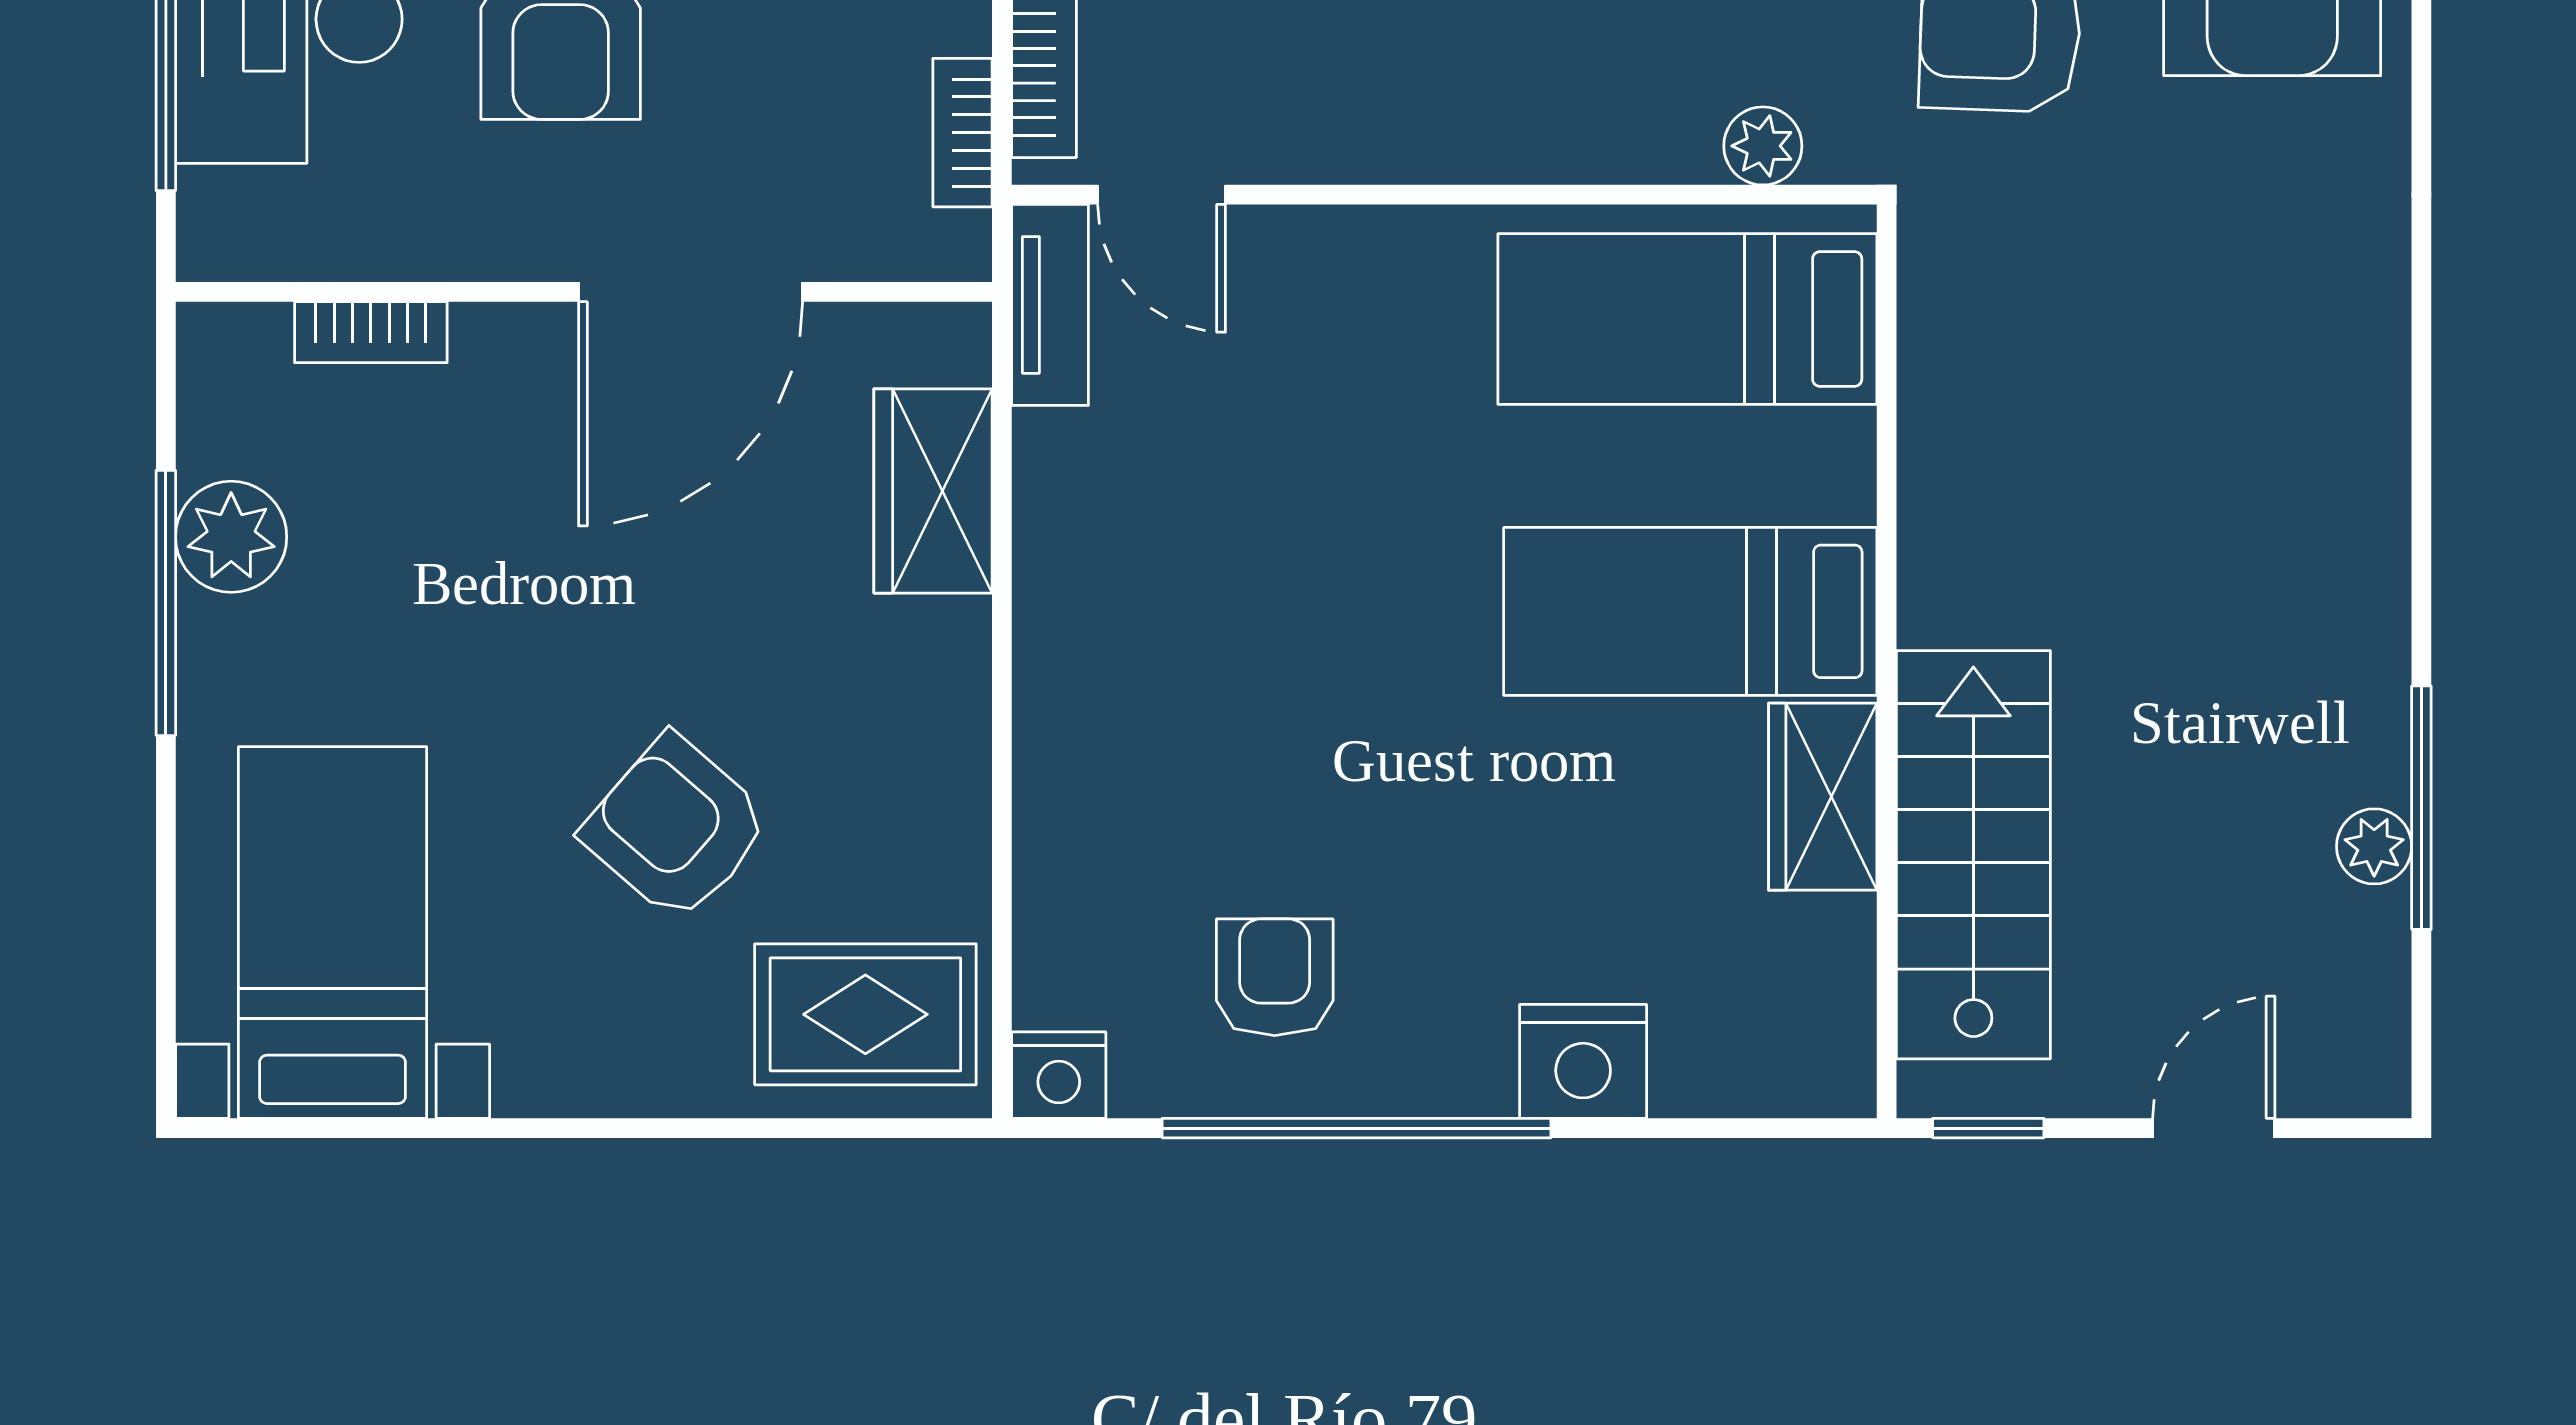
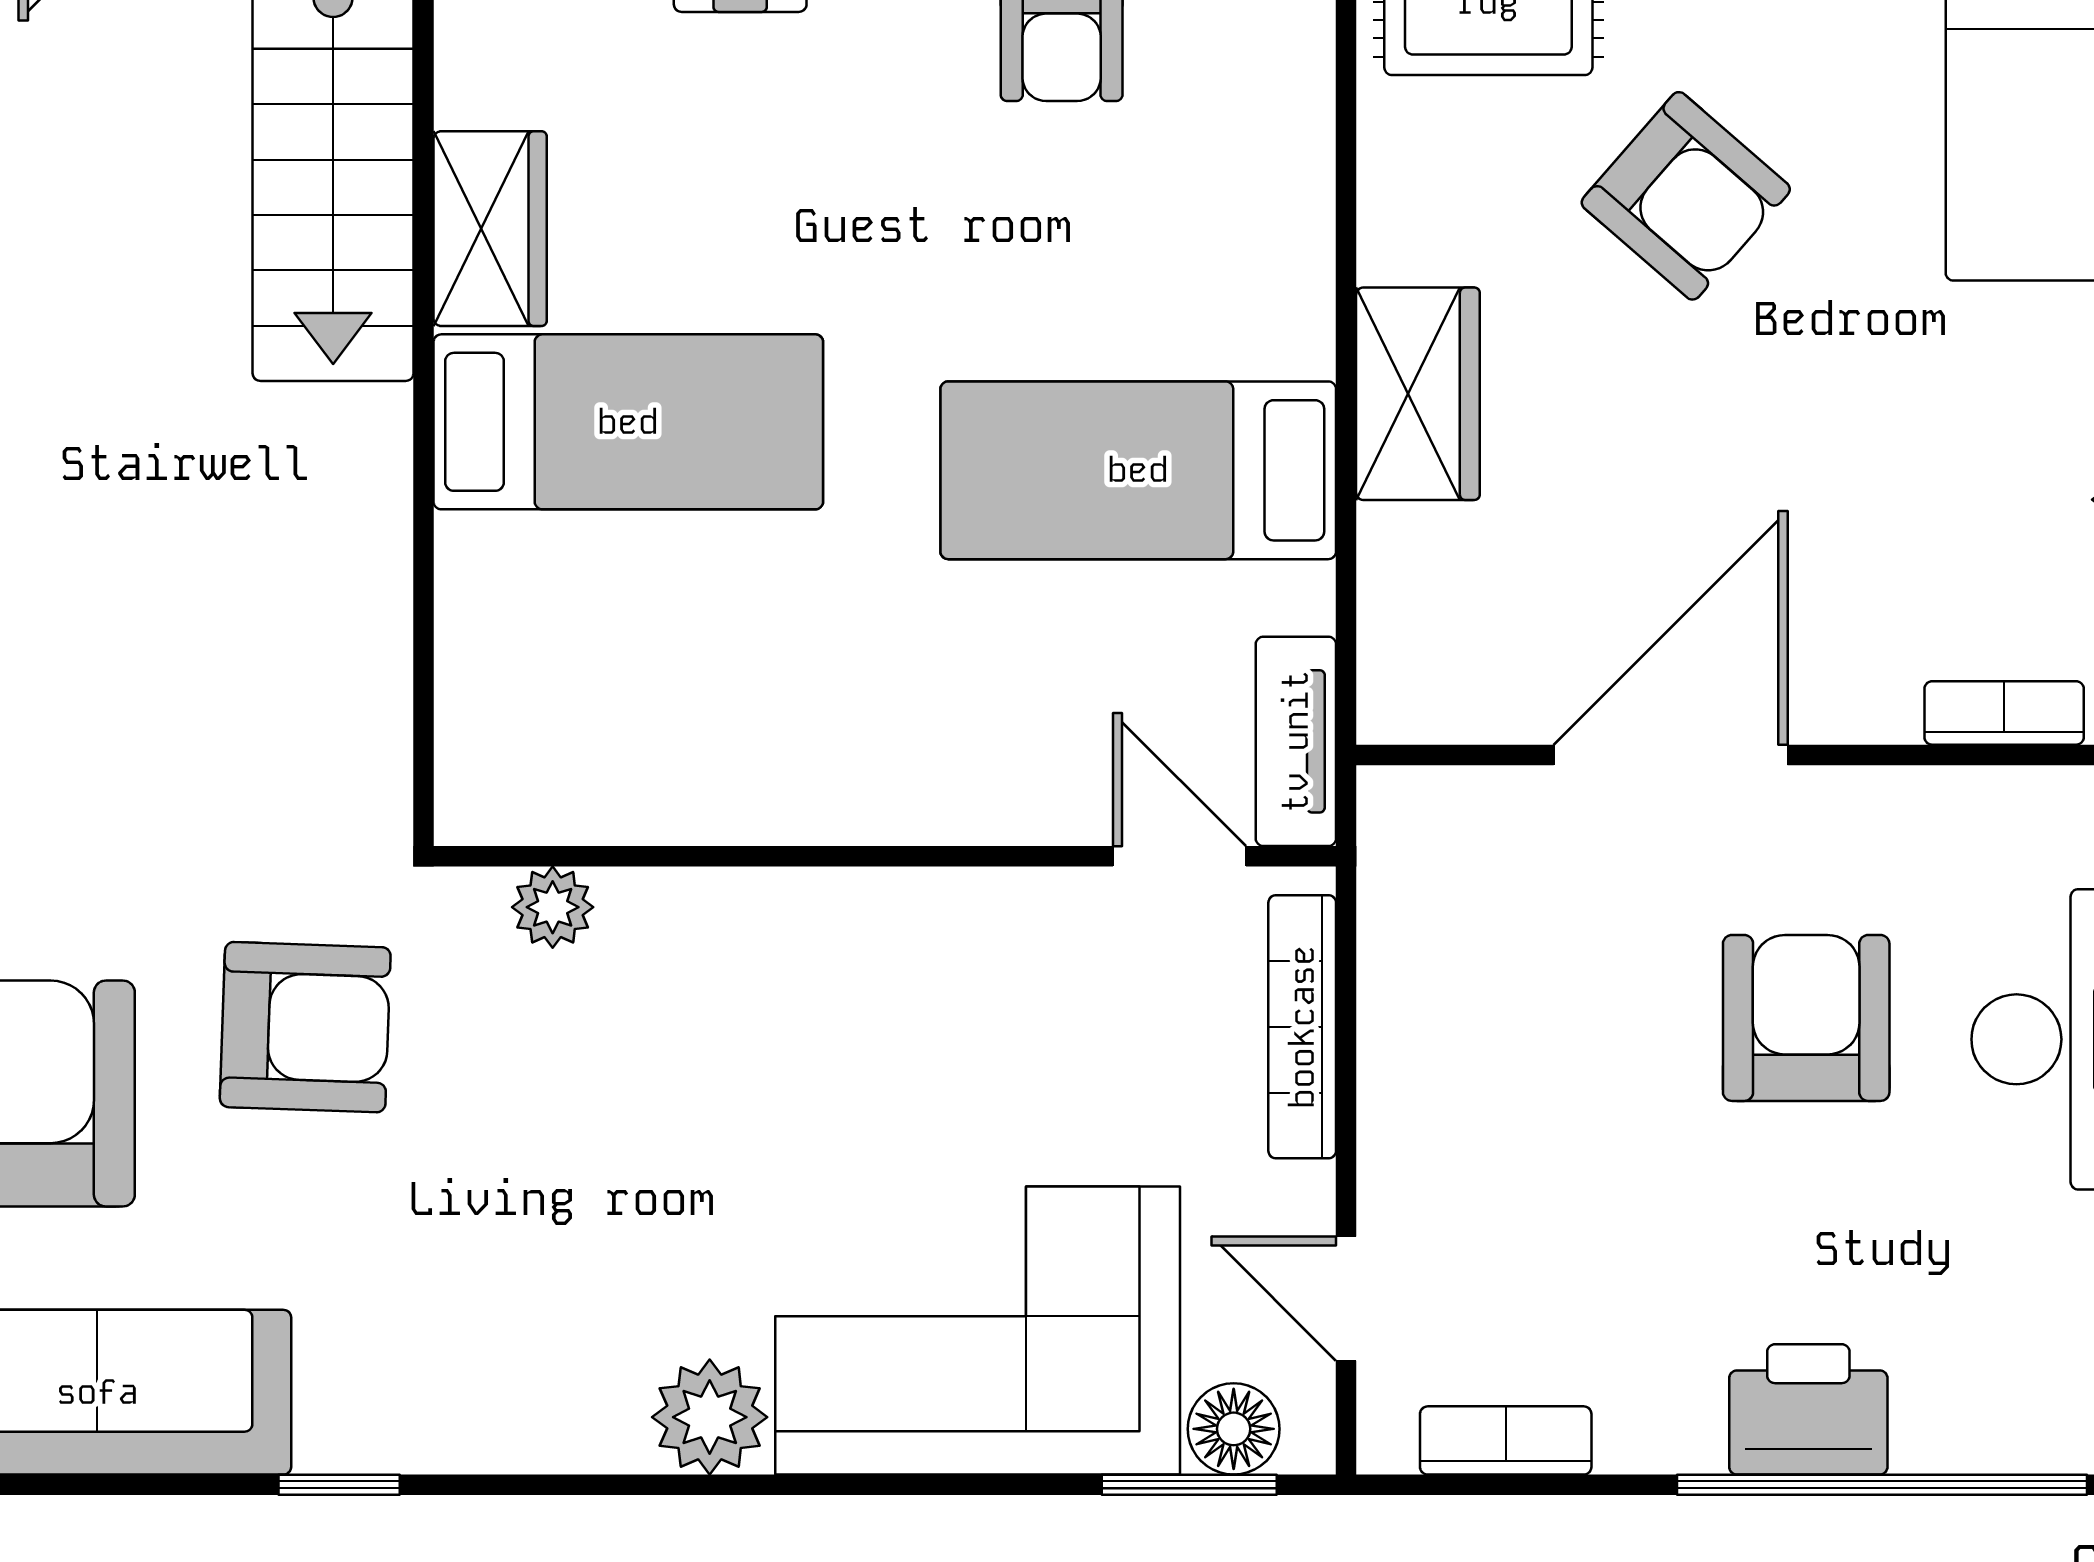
bookcase: (963, 133) -> (1387, 921), removed
bed: (1687, 319) -> (1138, 470), moved, turned 180
wardrobe: (933, 491) -> (1418, 394), moved

